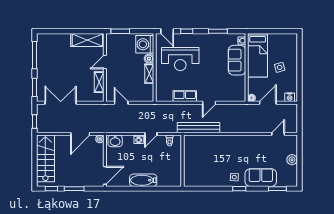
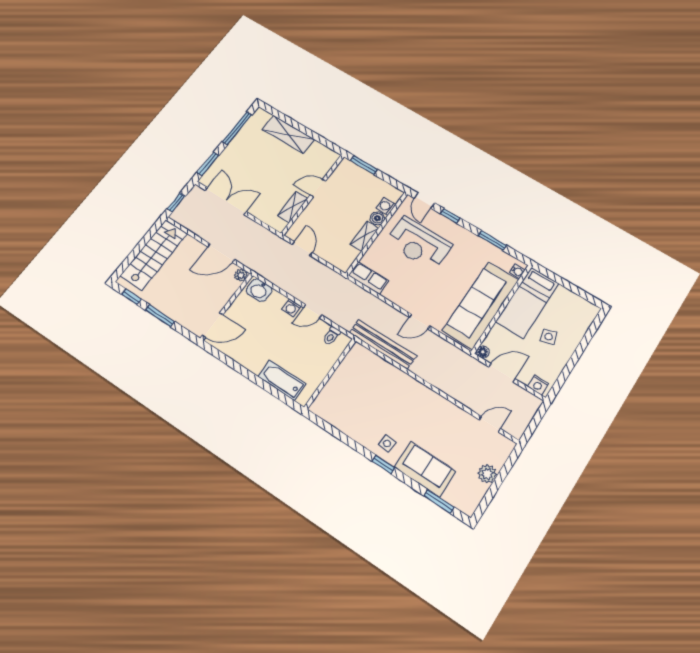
shelving: (87, 40) -> (288, 134), moved
washing machine: (145, 44) -> (386, 206), width x0.53, depth x0.53
sofa: (237, 60) -> (481, 305), width x1.85, depth x1.27
row of seats: (185, 96) -> (369, 278), moved
bathtub: (143, 180) -> (282, 380), moved

